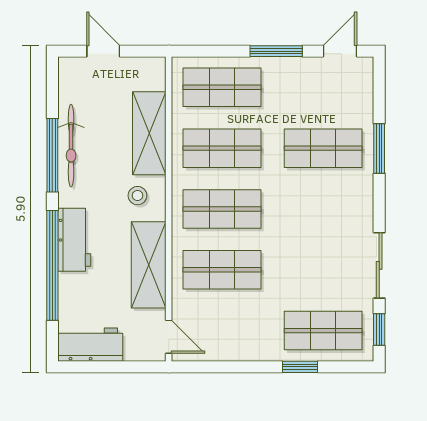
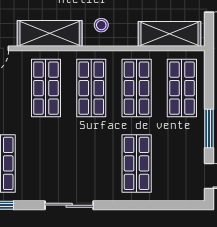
shelving: (149, 133) -> (169, 34), moved
window: (379, 149) -> (136, 205), removed
sliding door: (379, 265) -> (69, 205), moved

